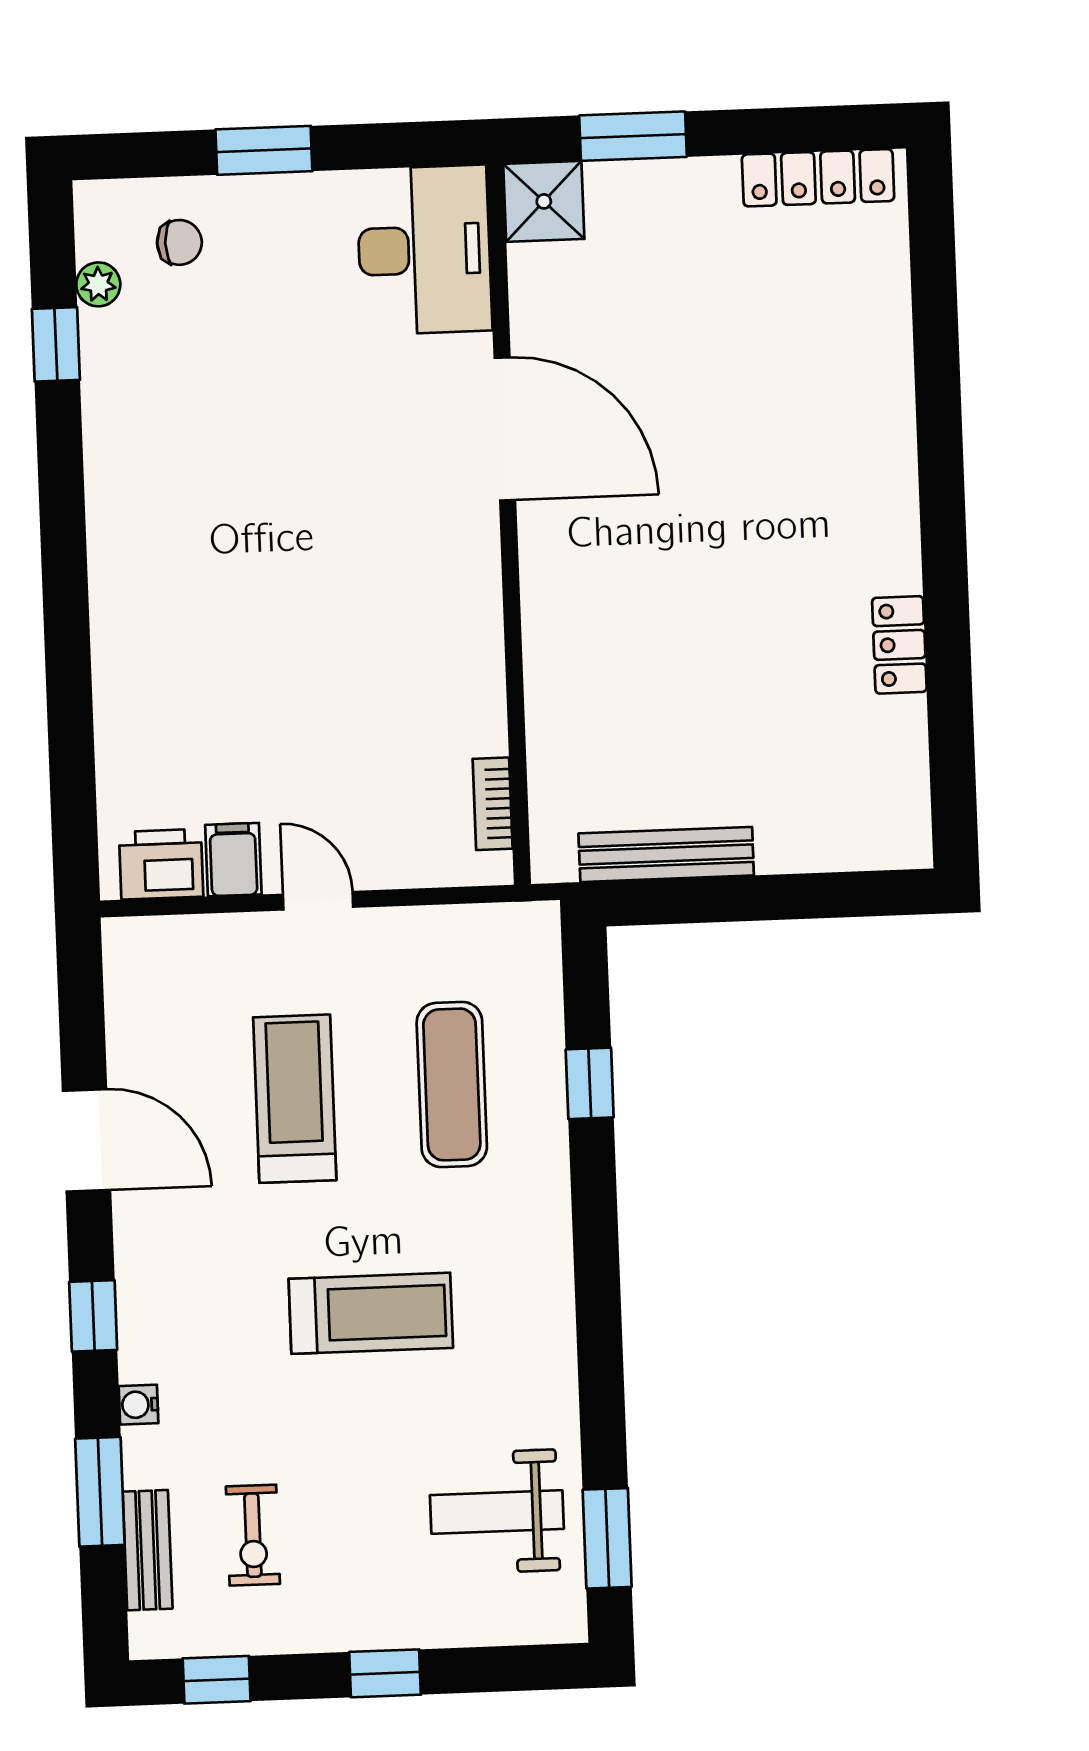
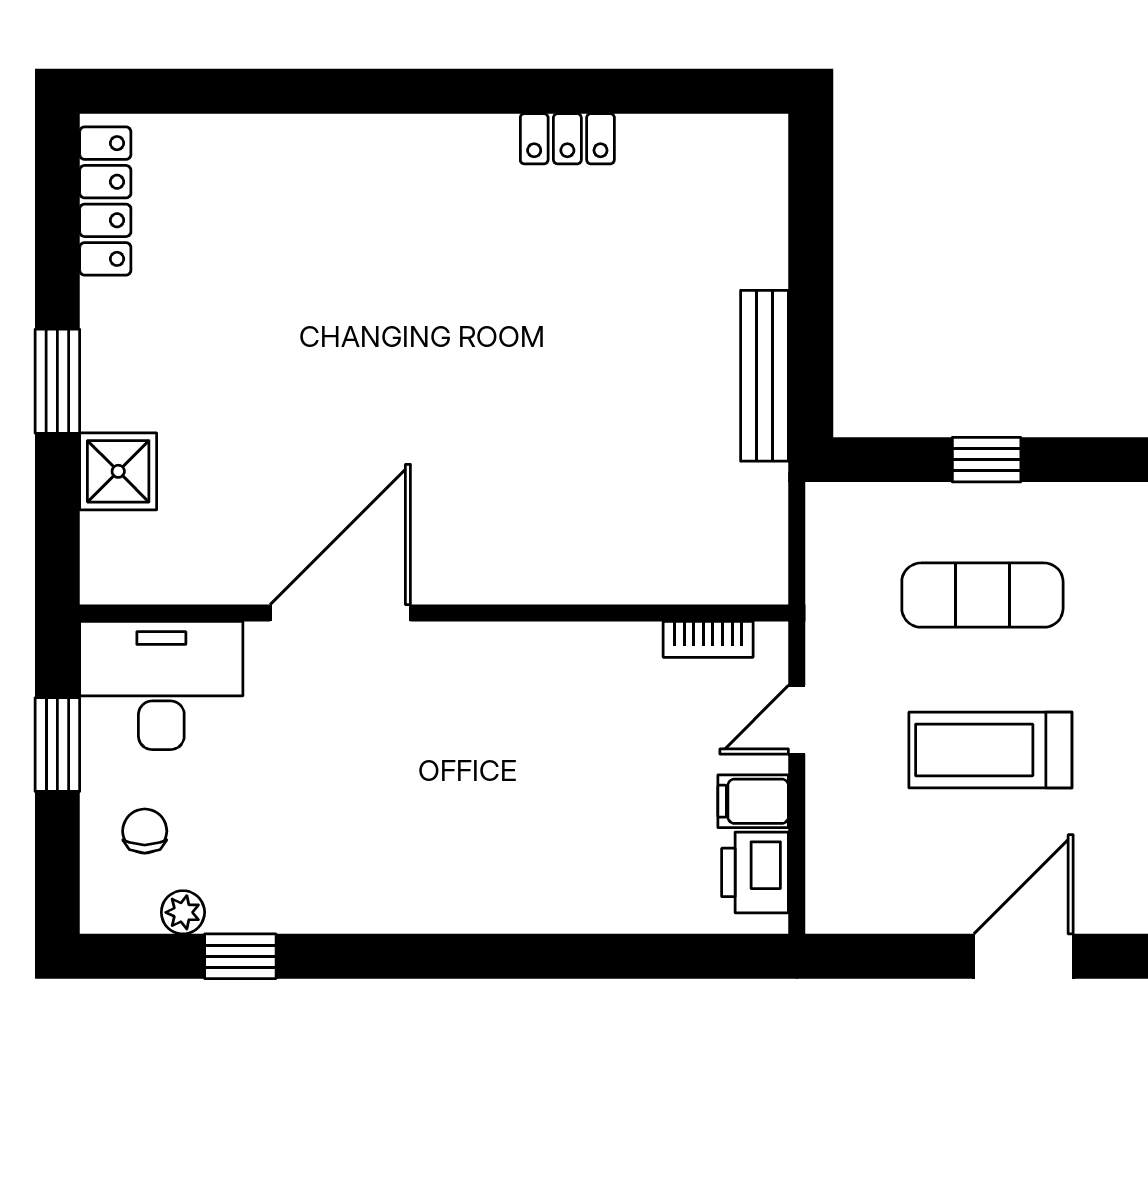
desk: (424, 250) -> (161, 686), moved
door: (505, 429) -> (340, 613), moved
wall: (509, 524) -> (434, 613), moved
bookcase: (493, 804) -> (708, 639), moved

